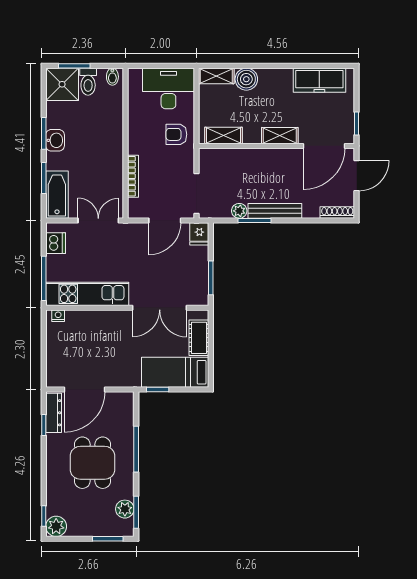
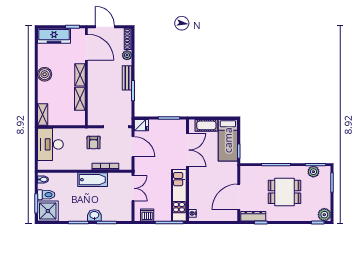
boiler: (246, 79) -> (45, 74), moved
freezer: (319, 80) -> (54, 36), moved, turned 90
armchair: (176, 134) -> (94, 143), moved
shelving: (223, 135) -> (80, 99), moved
washbasin: (55, 140) -> (94, 215), moved
bathtub: (57, 195) -> (93, 180), moved, turned 180
plant: (239, 211) -> (127, 55), moved
bench: (275, 211) -> (127, 78), width x0.73
double door: (98, 221) -> (133, 188), swing flipped
door: (85, 389) -> (239, 197), swing flipped

